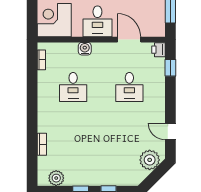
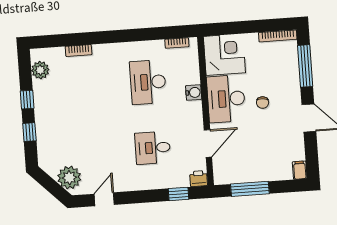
desk: (97, 21) -> (226, 99), width x1.37
desk: (73, 87) -> (148, 82), width x1.37

